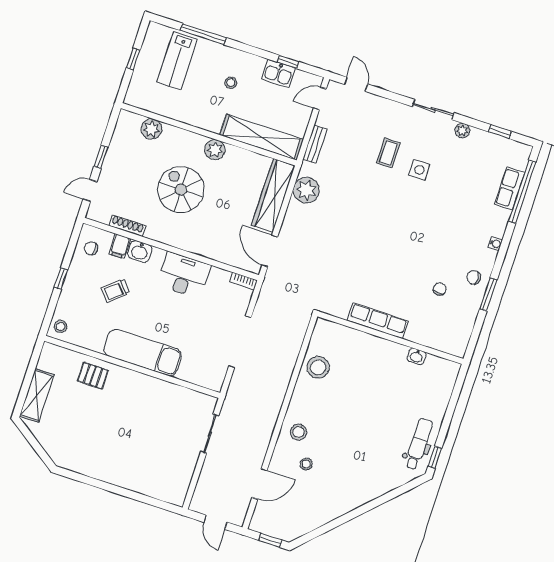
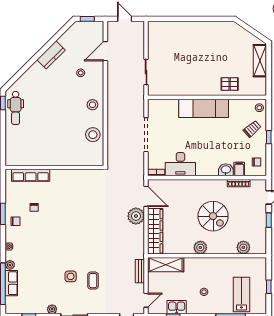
shelving: (262, 137) -> (166, 265), width x0.68
plant: (306, 190) -> (136, 216), moved
plant: (503, 216) -> (10, 265), added
desk: (184, 275) -> (180, 164), moved
trolley: (115, 291) -> (252, 129), moved
row of seats: (378, 321) -> (31, 175), moved
washbasin: (416, 356) -> (35, 161), removed
stool: (298, 432) -> (92, 105), moved
kitchen counter: (341, 505) -> (51, 55), added

